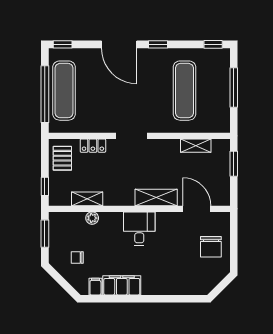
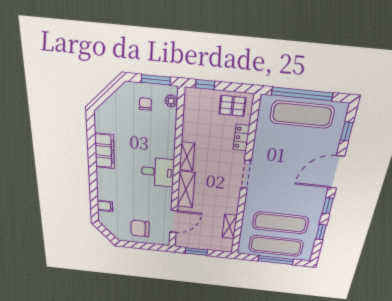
window: (63, 44) -> (347, 131), moved
window: (213, 44) -> (321, 232), moved
exercise mat: (215, 91) -> (276, 246), added
window: (234, 164) -> (196, 252), moved
shelving: (87, 199) -> (187, 156), moved
plant: (92, 218) -> (171, 101), moved
chair: (77, 258) -> (145, 104), moved
filing cabinet: (95, 287) -> (105, 206), moved

